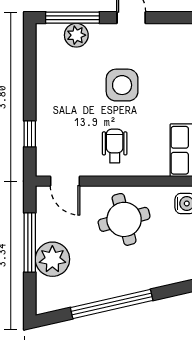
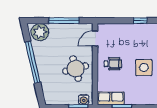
window: (30, 134) -> (140, 21), moved
plant: (52, 259) -> (40, 32), moved

